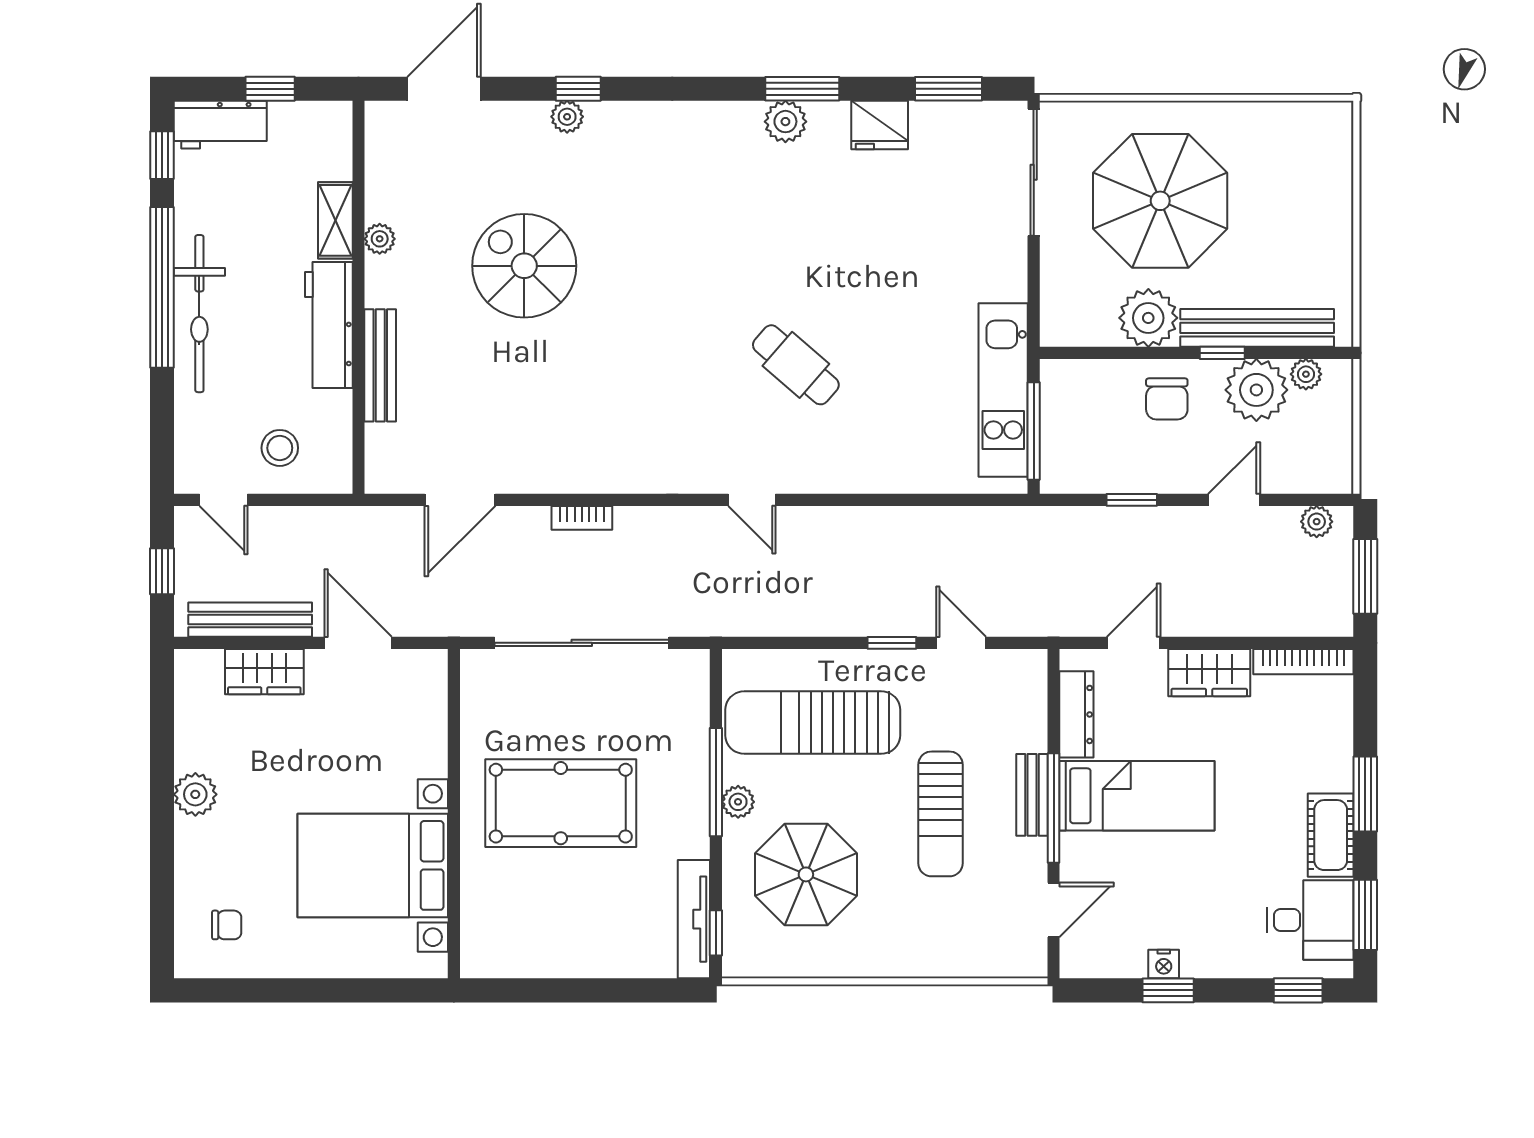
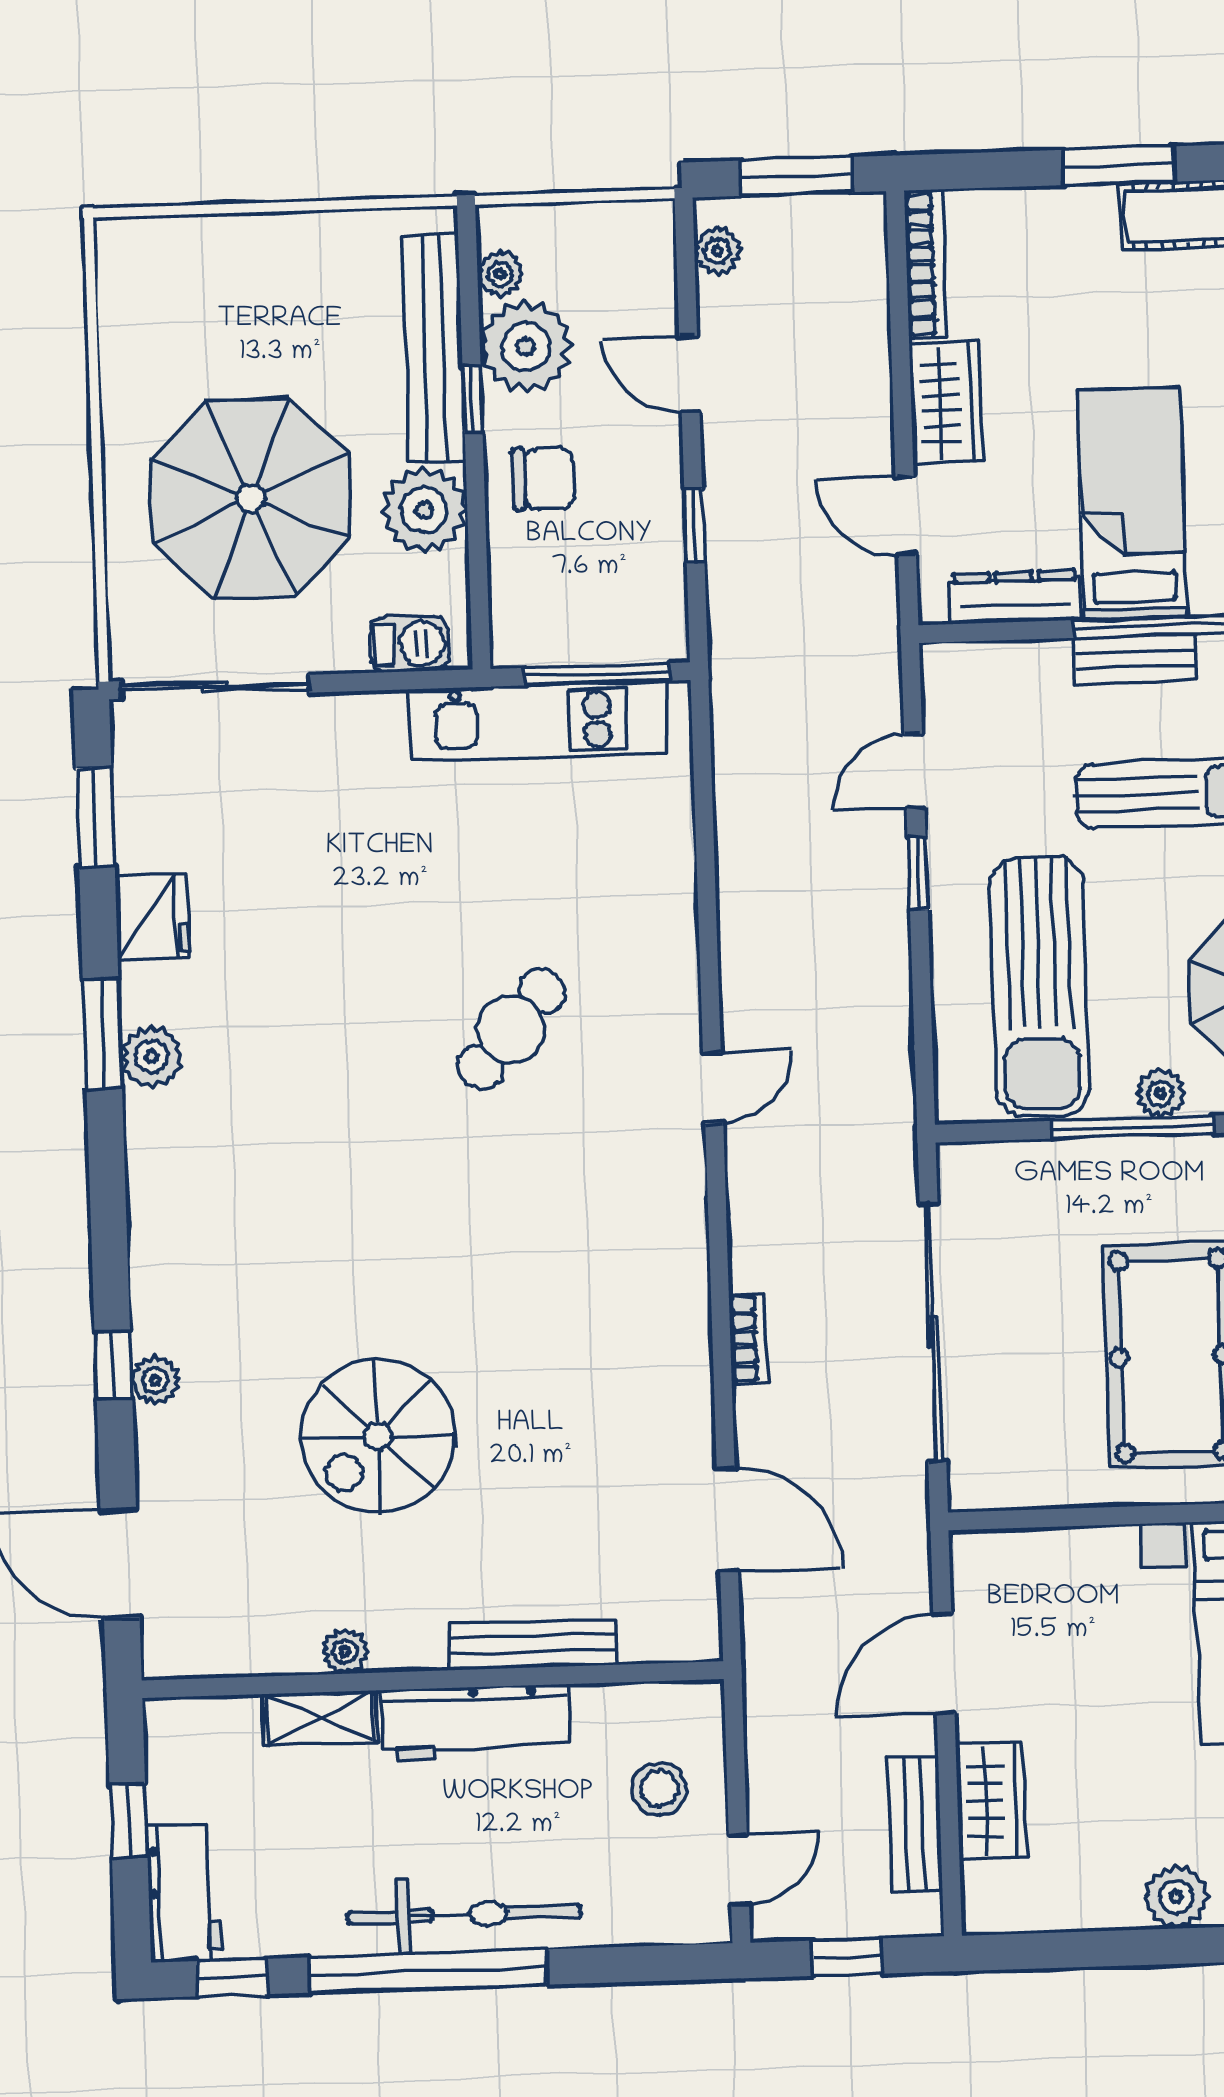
barbecue: (1058, 305) -> (409, 644), added
bench: (250, 620) -> (915, 1824), width x0.73

